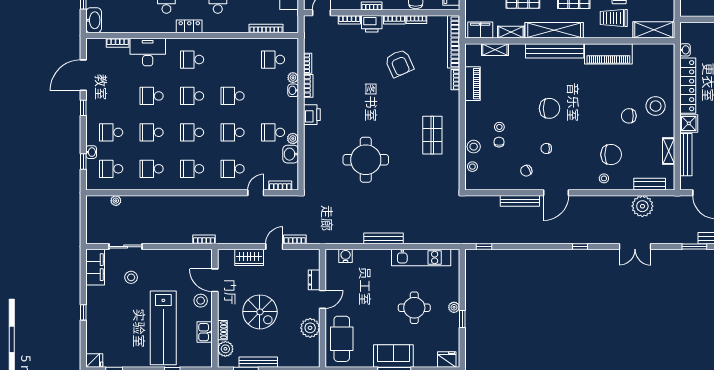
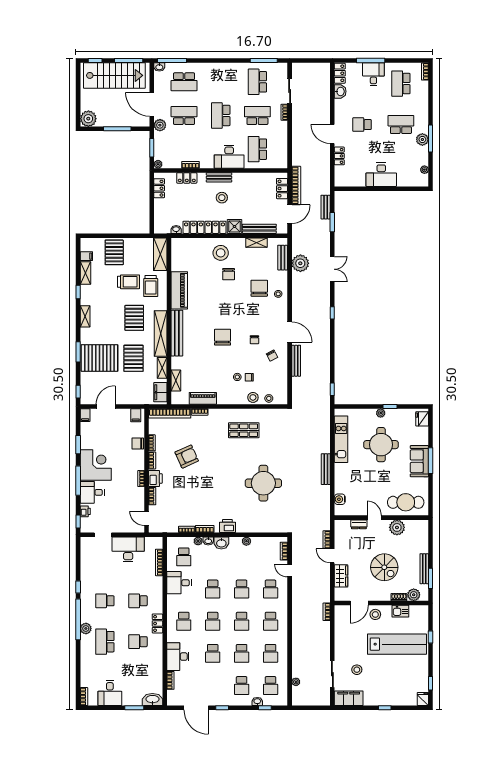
desk: (241, 53) -> (179, 583), added
school desk: (273, 132) -> (242, 557), removed
washbasin: (291, 154) -> (221, 543), moved
round table: (414, 308) -> (381, 445), width x1.36, depth x1.36
spiral stairs: (260, 312) -> (384, 567), turned 90

